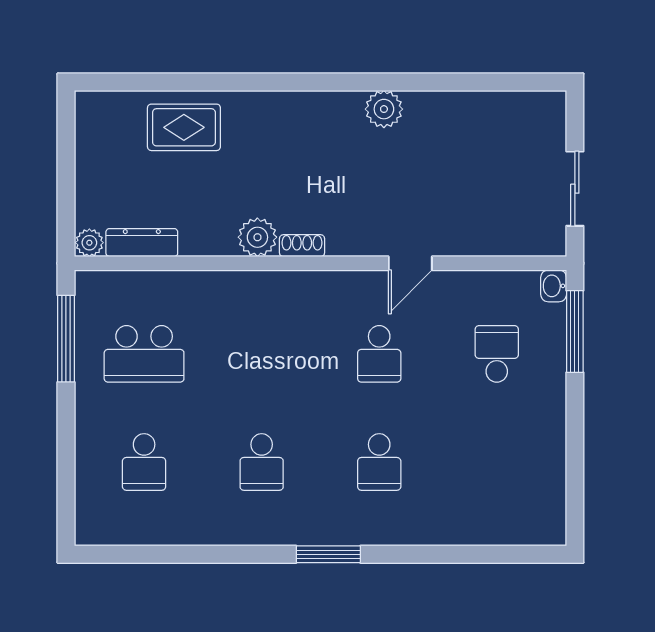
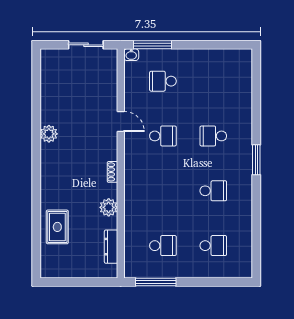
plant: (257, 237) -> (109, 207), moved
plant: (89, 243) -> (111, 271), removed
school desk: (144, 354) -> (163, 246), width x0.54
school desk: (379, 462) -> (213, 136), turned 180

